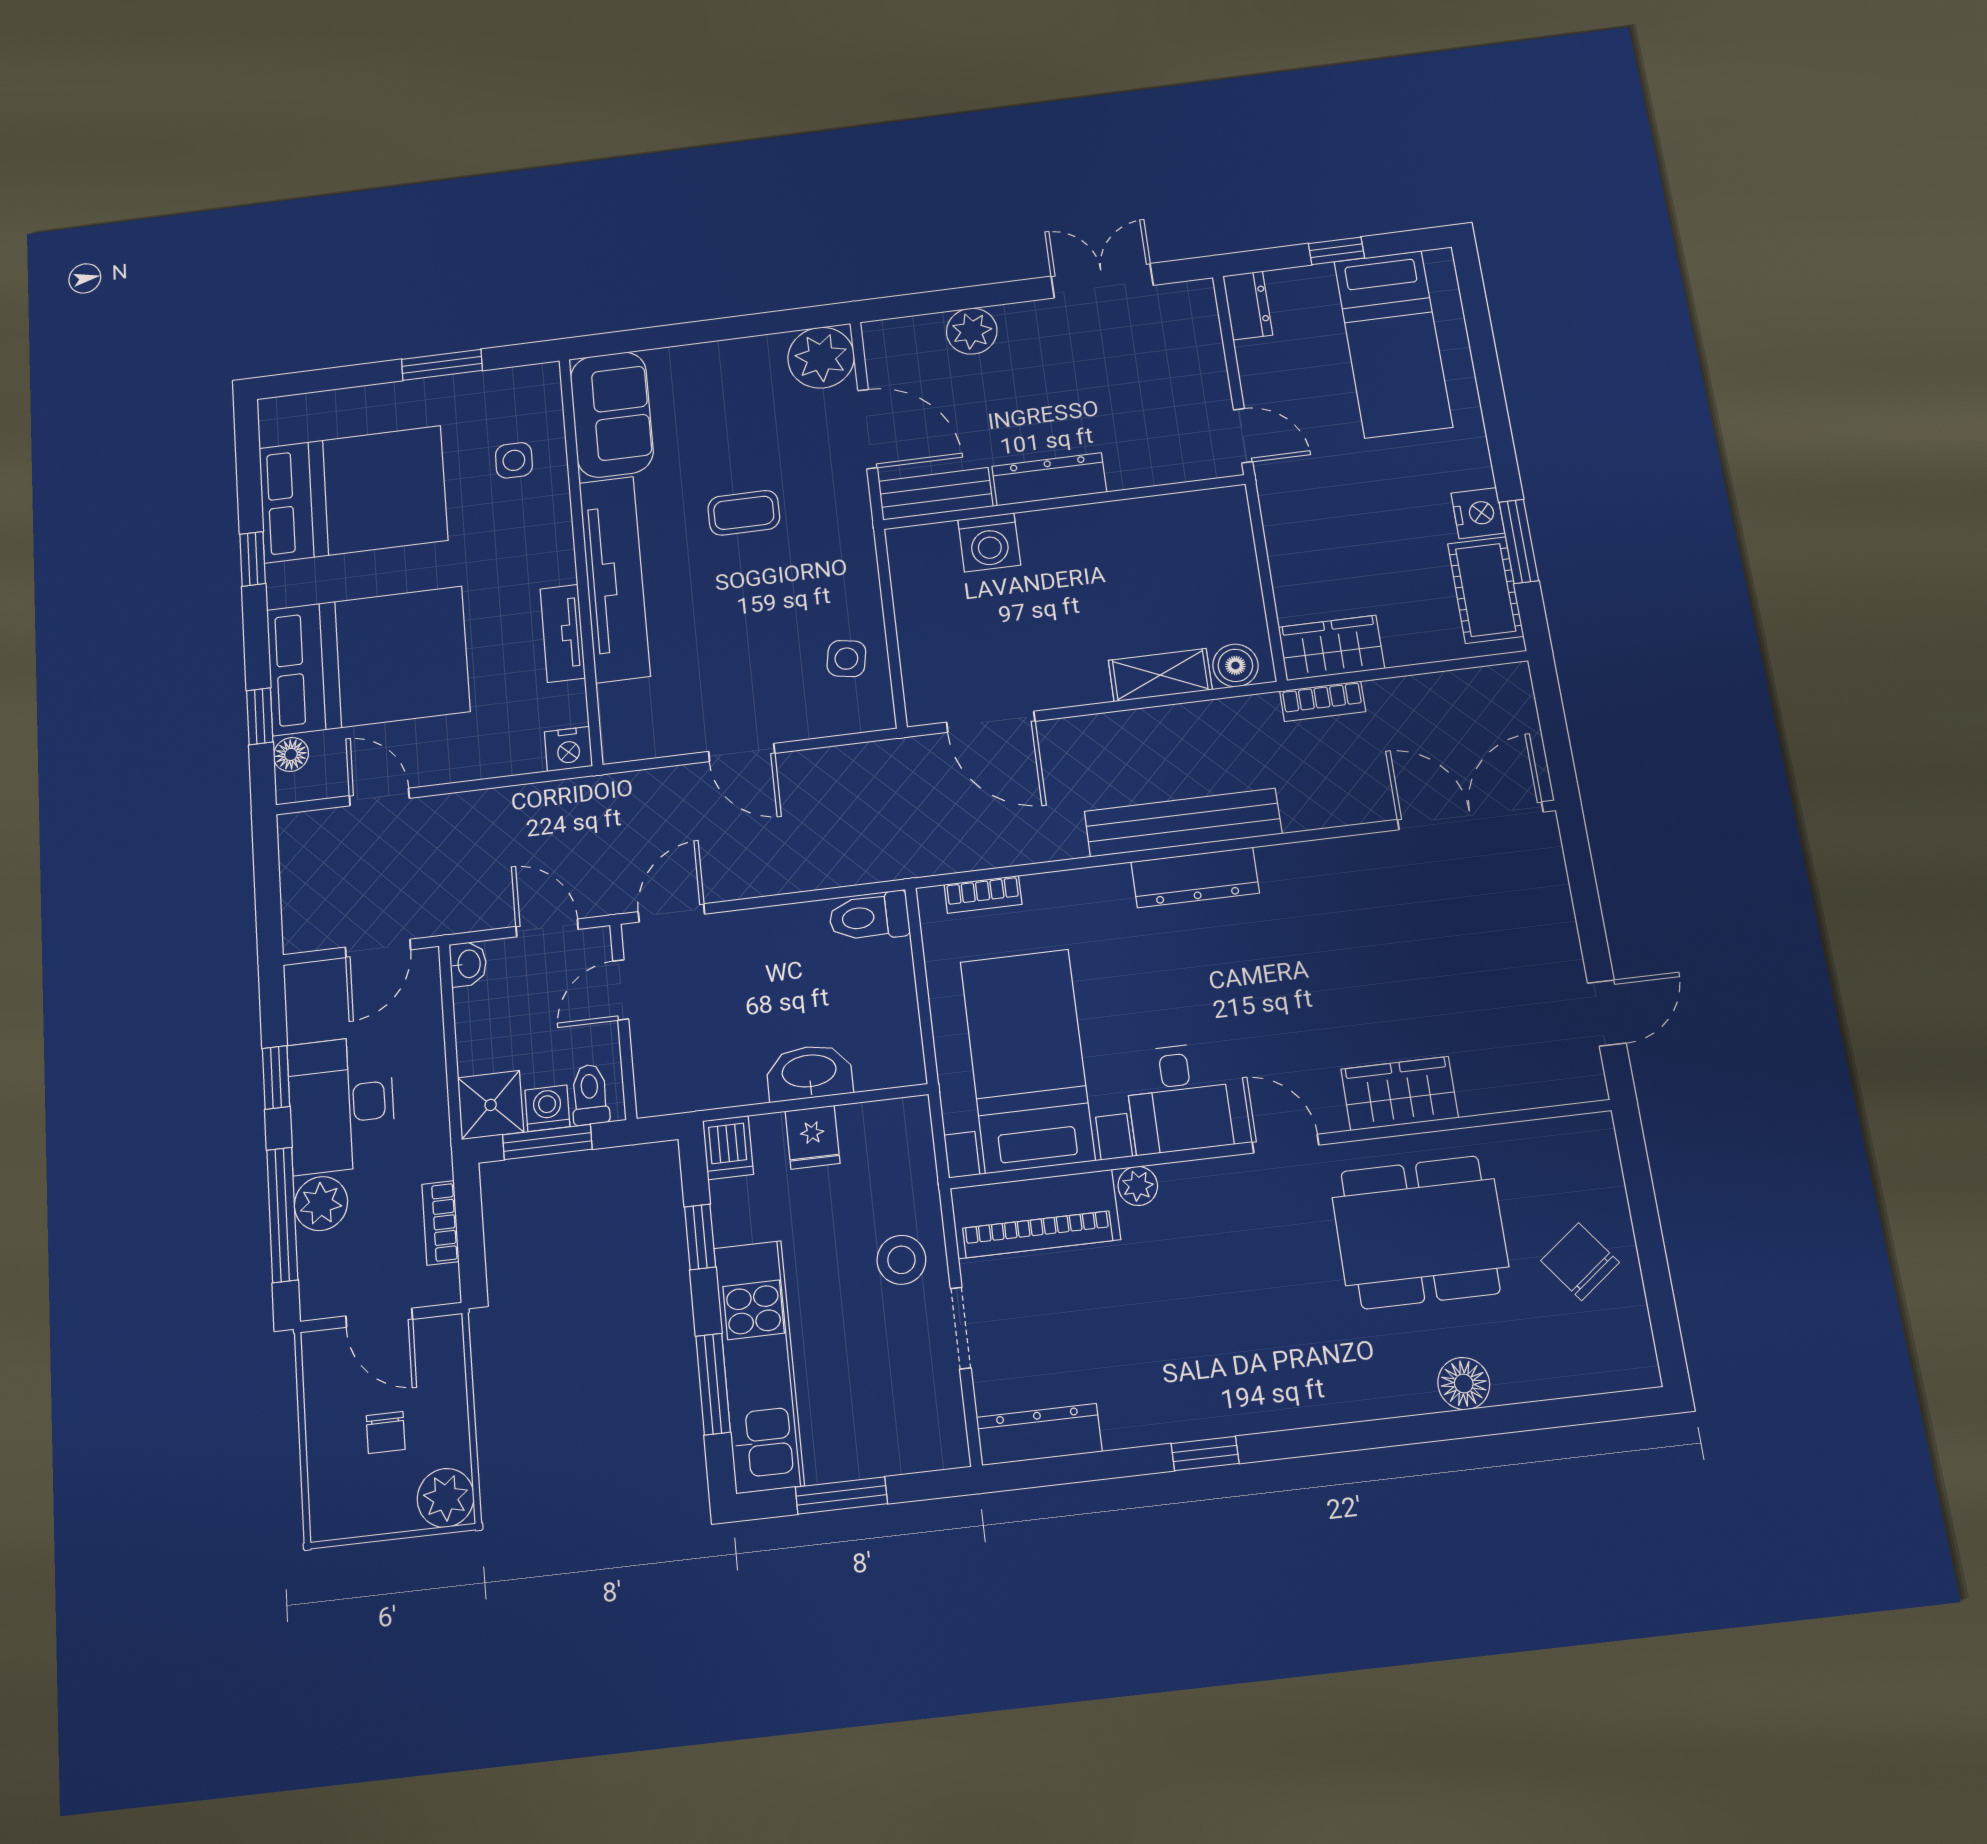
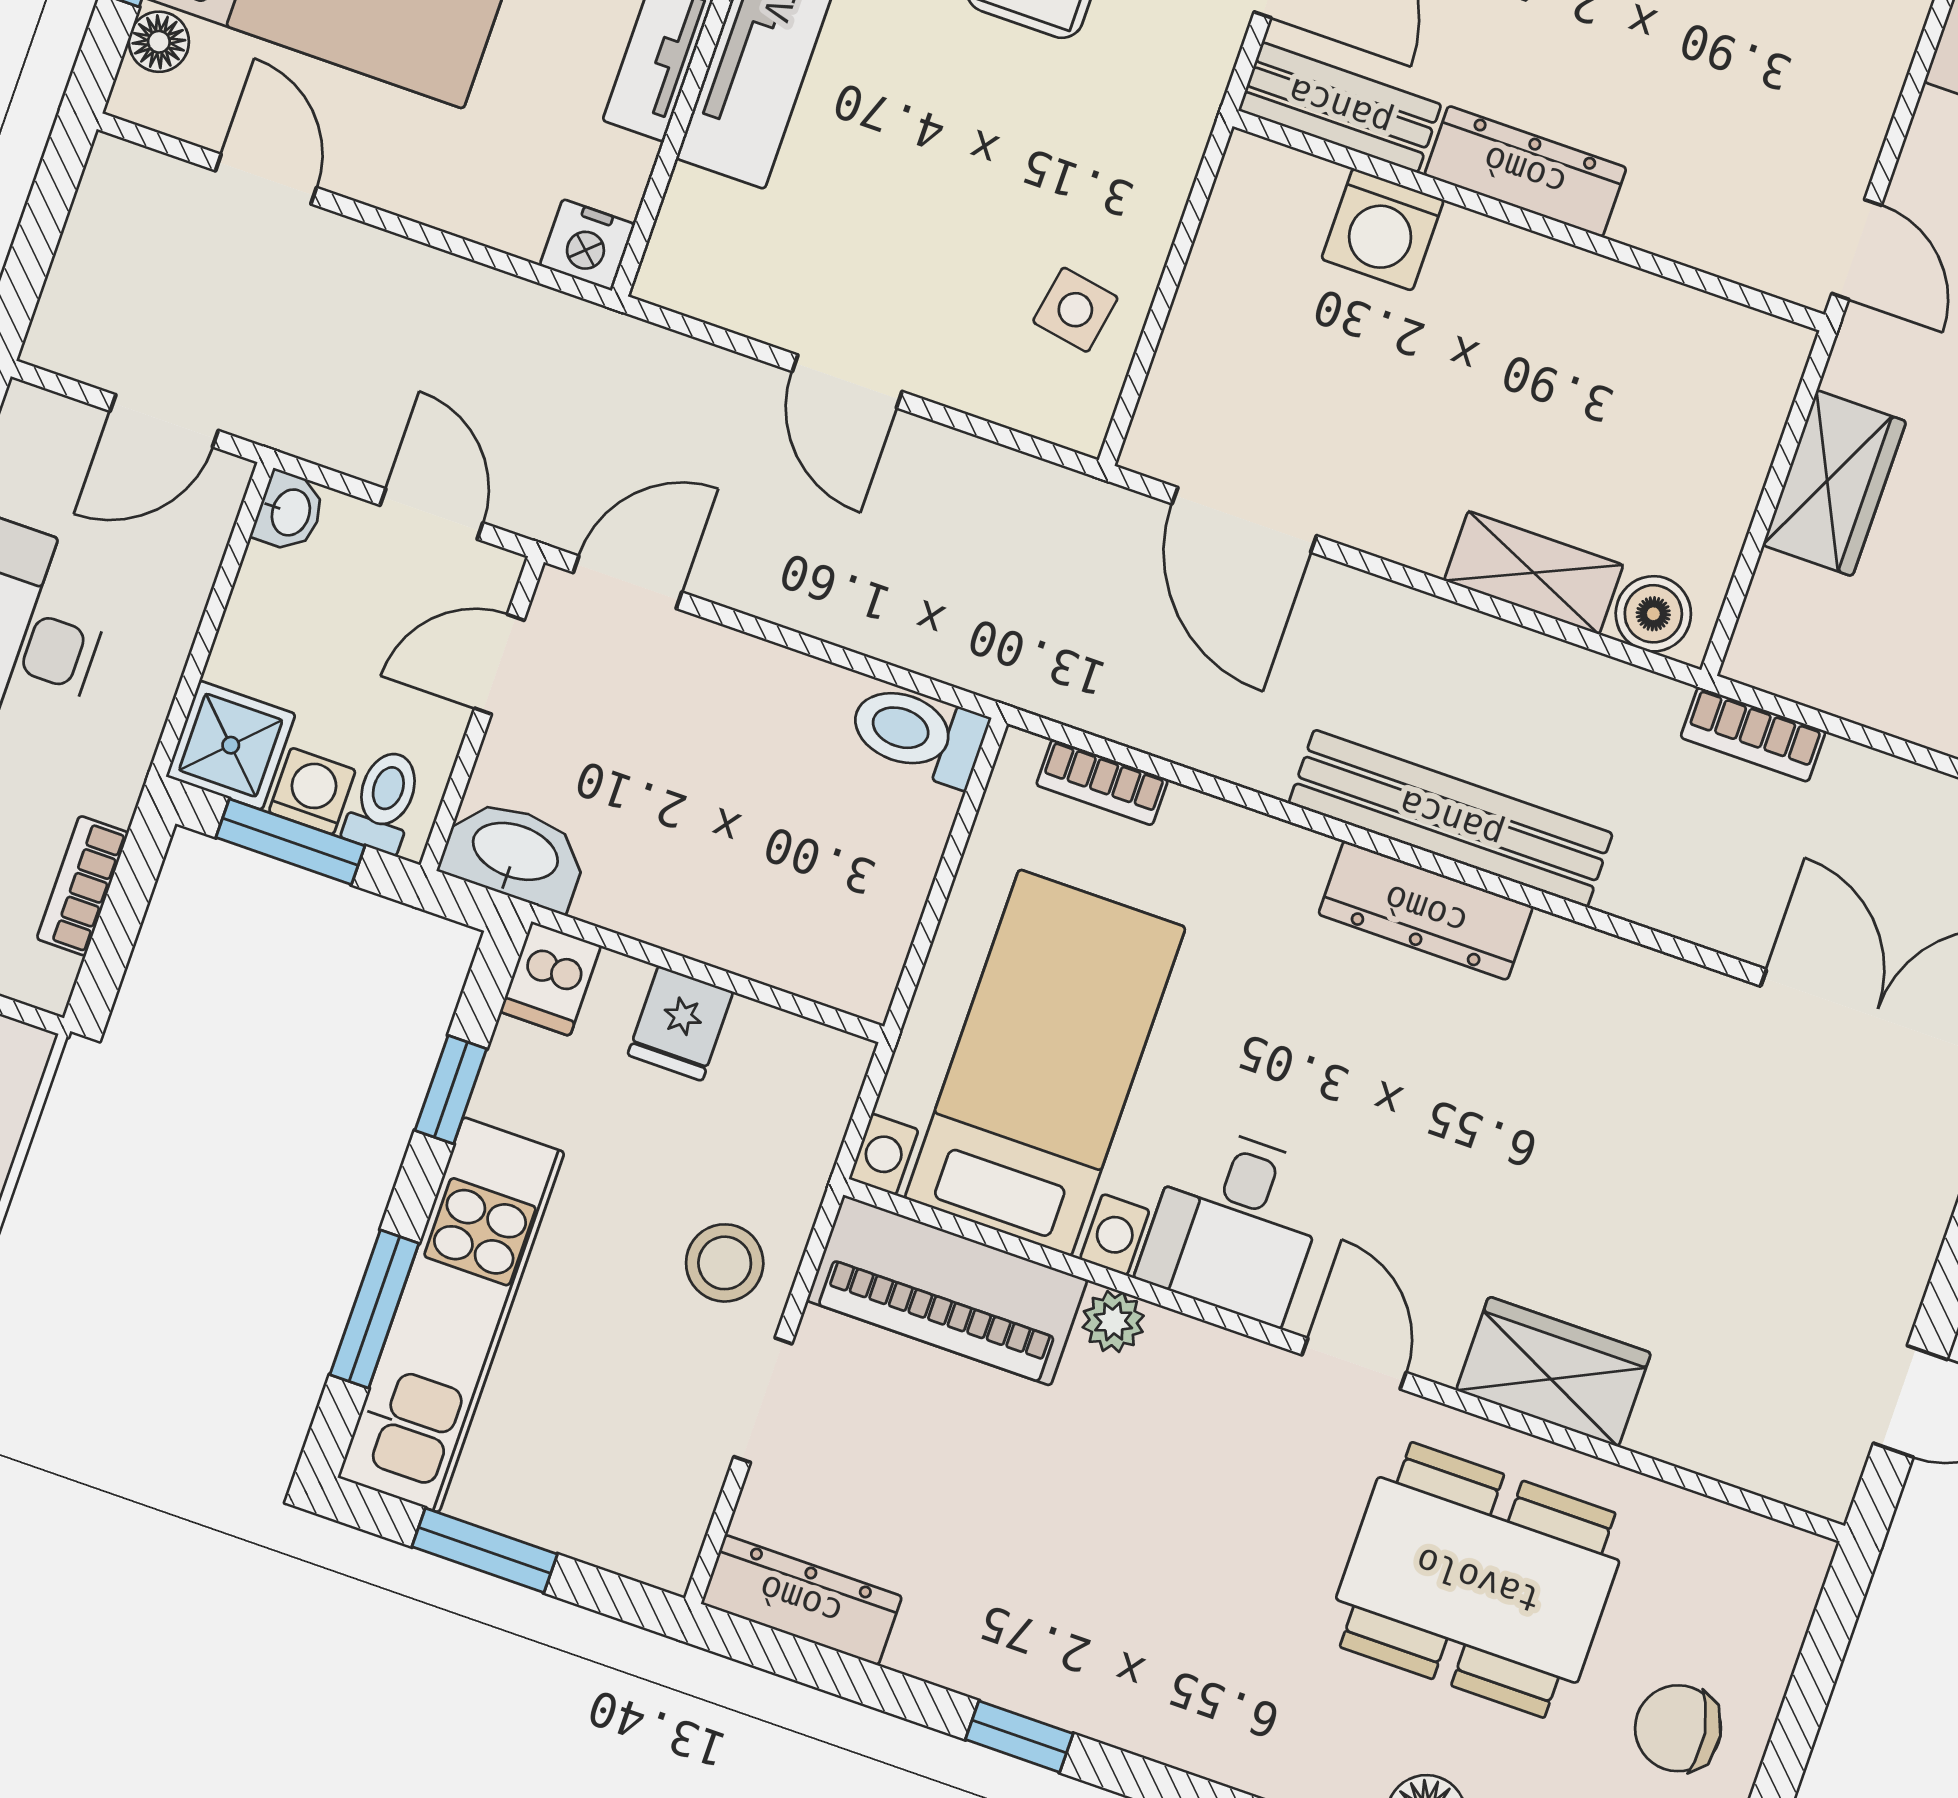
wardrobe: (1331, 648) -> (1834, 483), moved, turned 90
washbasin: (809, 1072) -> (515, 854), moved
chair: (1580, 1262) -> (1678, 1728), turned -62

